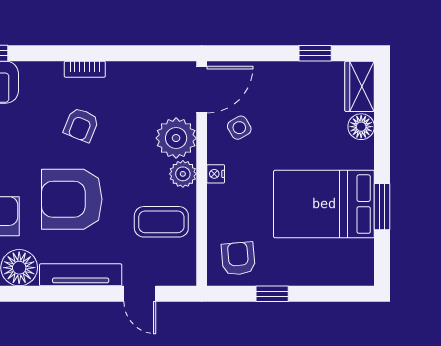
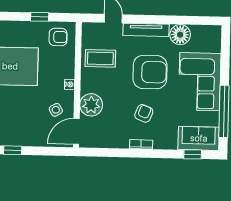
plant: (183, 174) -> (88, 85), removed
armchair: (238, 258) -> (58, 37), turned -85

